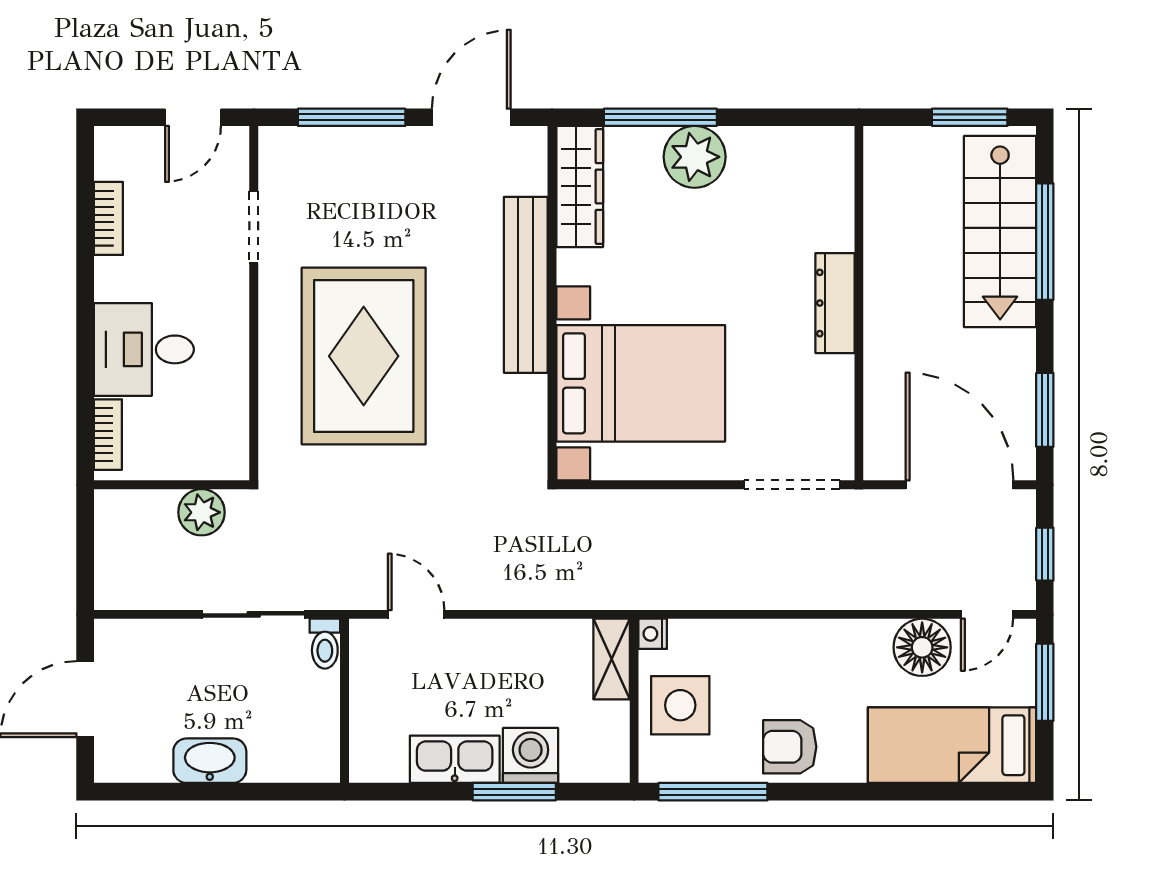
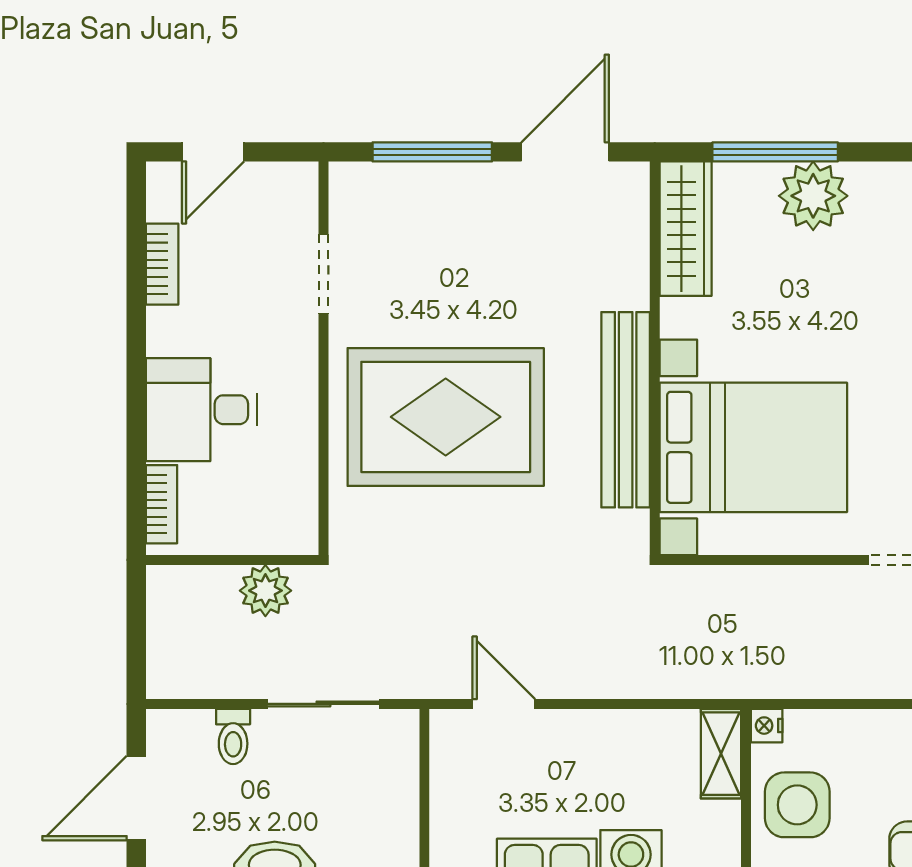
door: (193, 117) -> (213, 152), moved
bench: (526, 285) -> (626, 410), moved
rug: (364, 356) -> (446, 417), turned 90
toilet: (325, 644) -> (233, 737), moved

